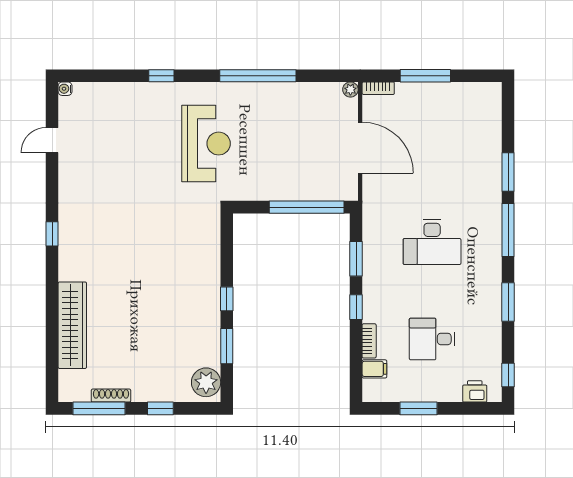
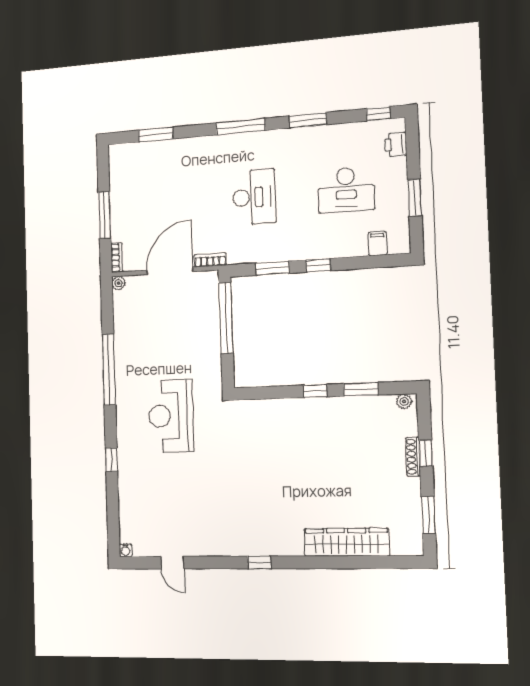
reception desk: (206, 144) -> (171, 416), turned -90
window: (508, 172) -> (156, 135), moved
desk: (432, 339) -> (346, 190), width x1.37
bookcase: (369, 341) -> (210, 260), moved
plant: (206, 382) -> (404, 402), width x0.53, depth x0.53
shoe rack: (111, 396) -> (413, 457), moved
window: (99, 408) -> (428, 515), width x0.69

